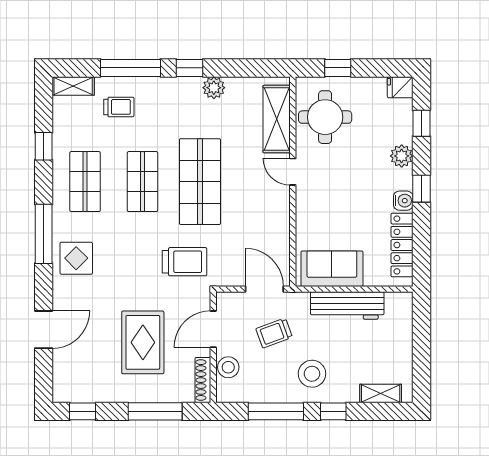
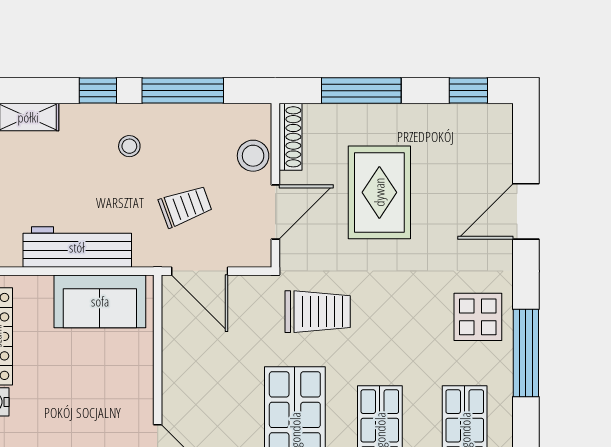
trolley: (185, 262) -> (318, 312), turned 180
stool: (312, 374) -> (129, 146), width x0.53, depth x0.53

